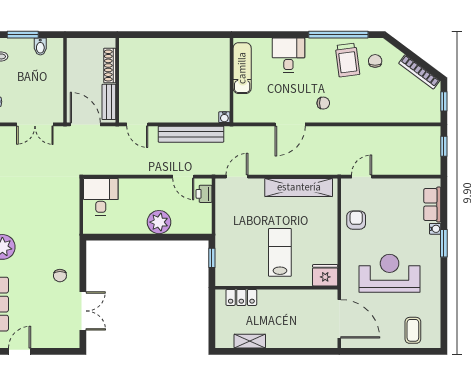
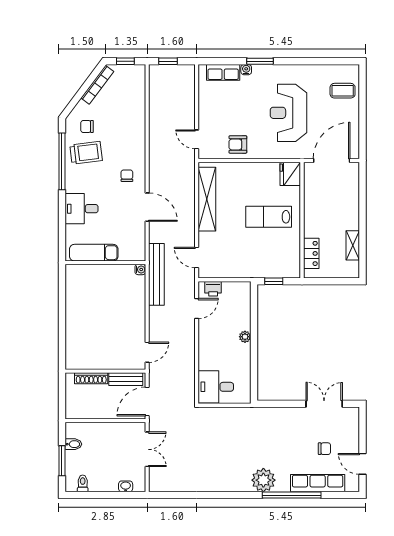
bench: (191, 134) -> (156, 274), moved
plant: (159, 222) -> (245, 337), width x0.53, depth x0.53
chair: (60, 276) -> (324, 449), moved

